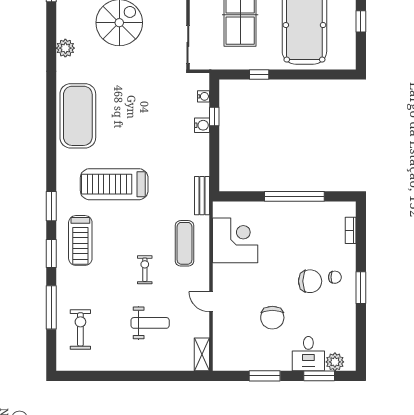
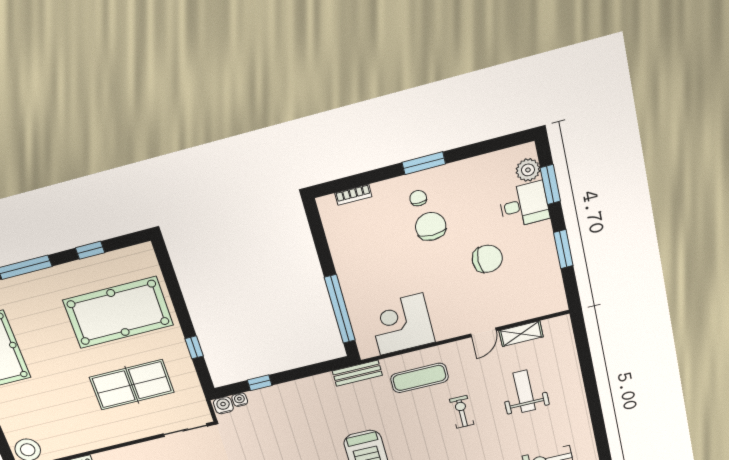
water cooler: (202, 125) -> (223, 405), moved
window: (294, 196) -> (340, 309), moved
exercise bike: (145, 270) -> (462, 412), turned 90
shelving: (202, 354) -> (521, 334), moved

